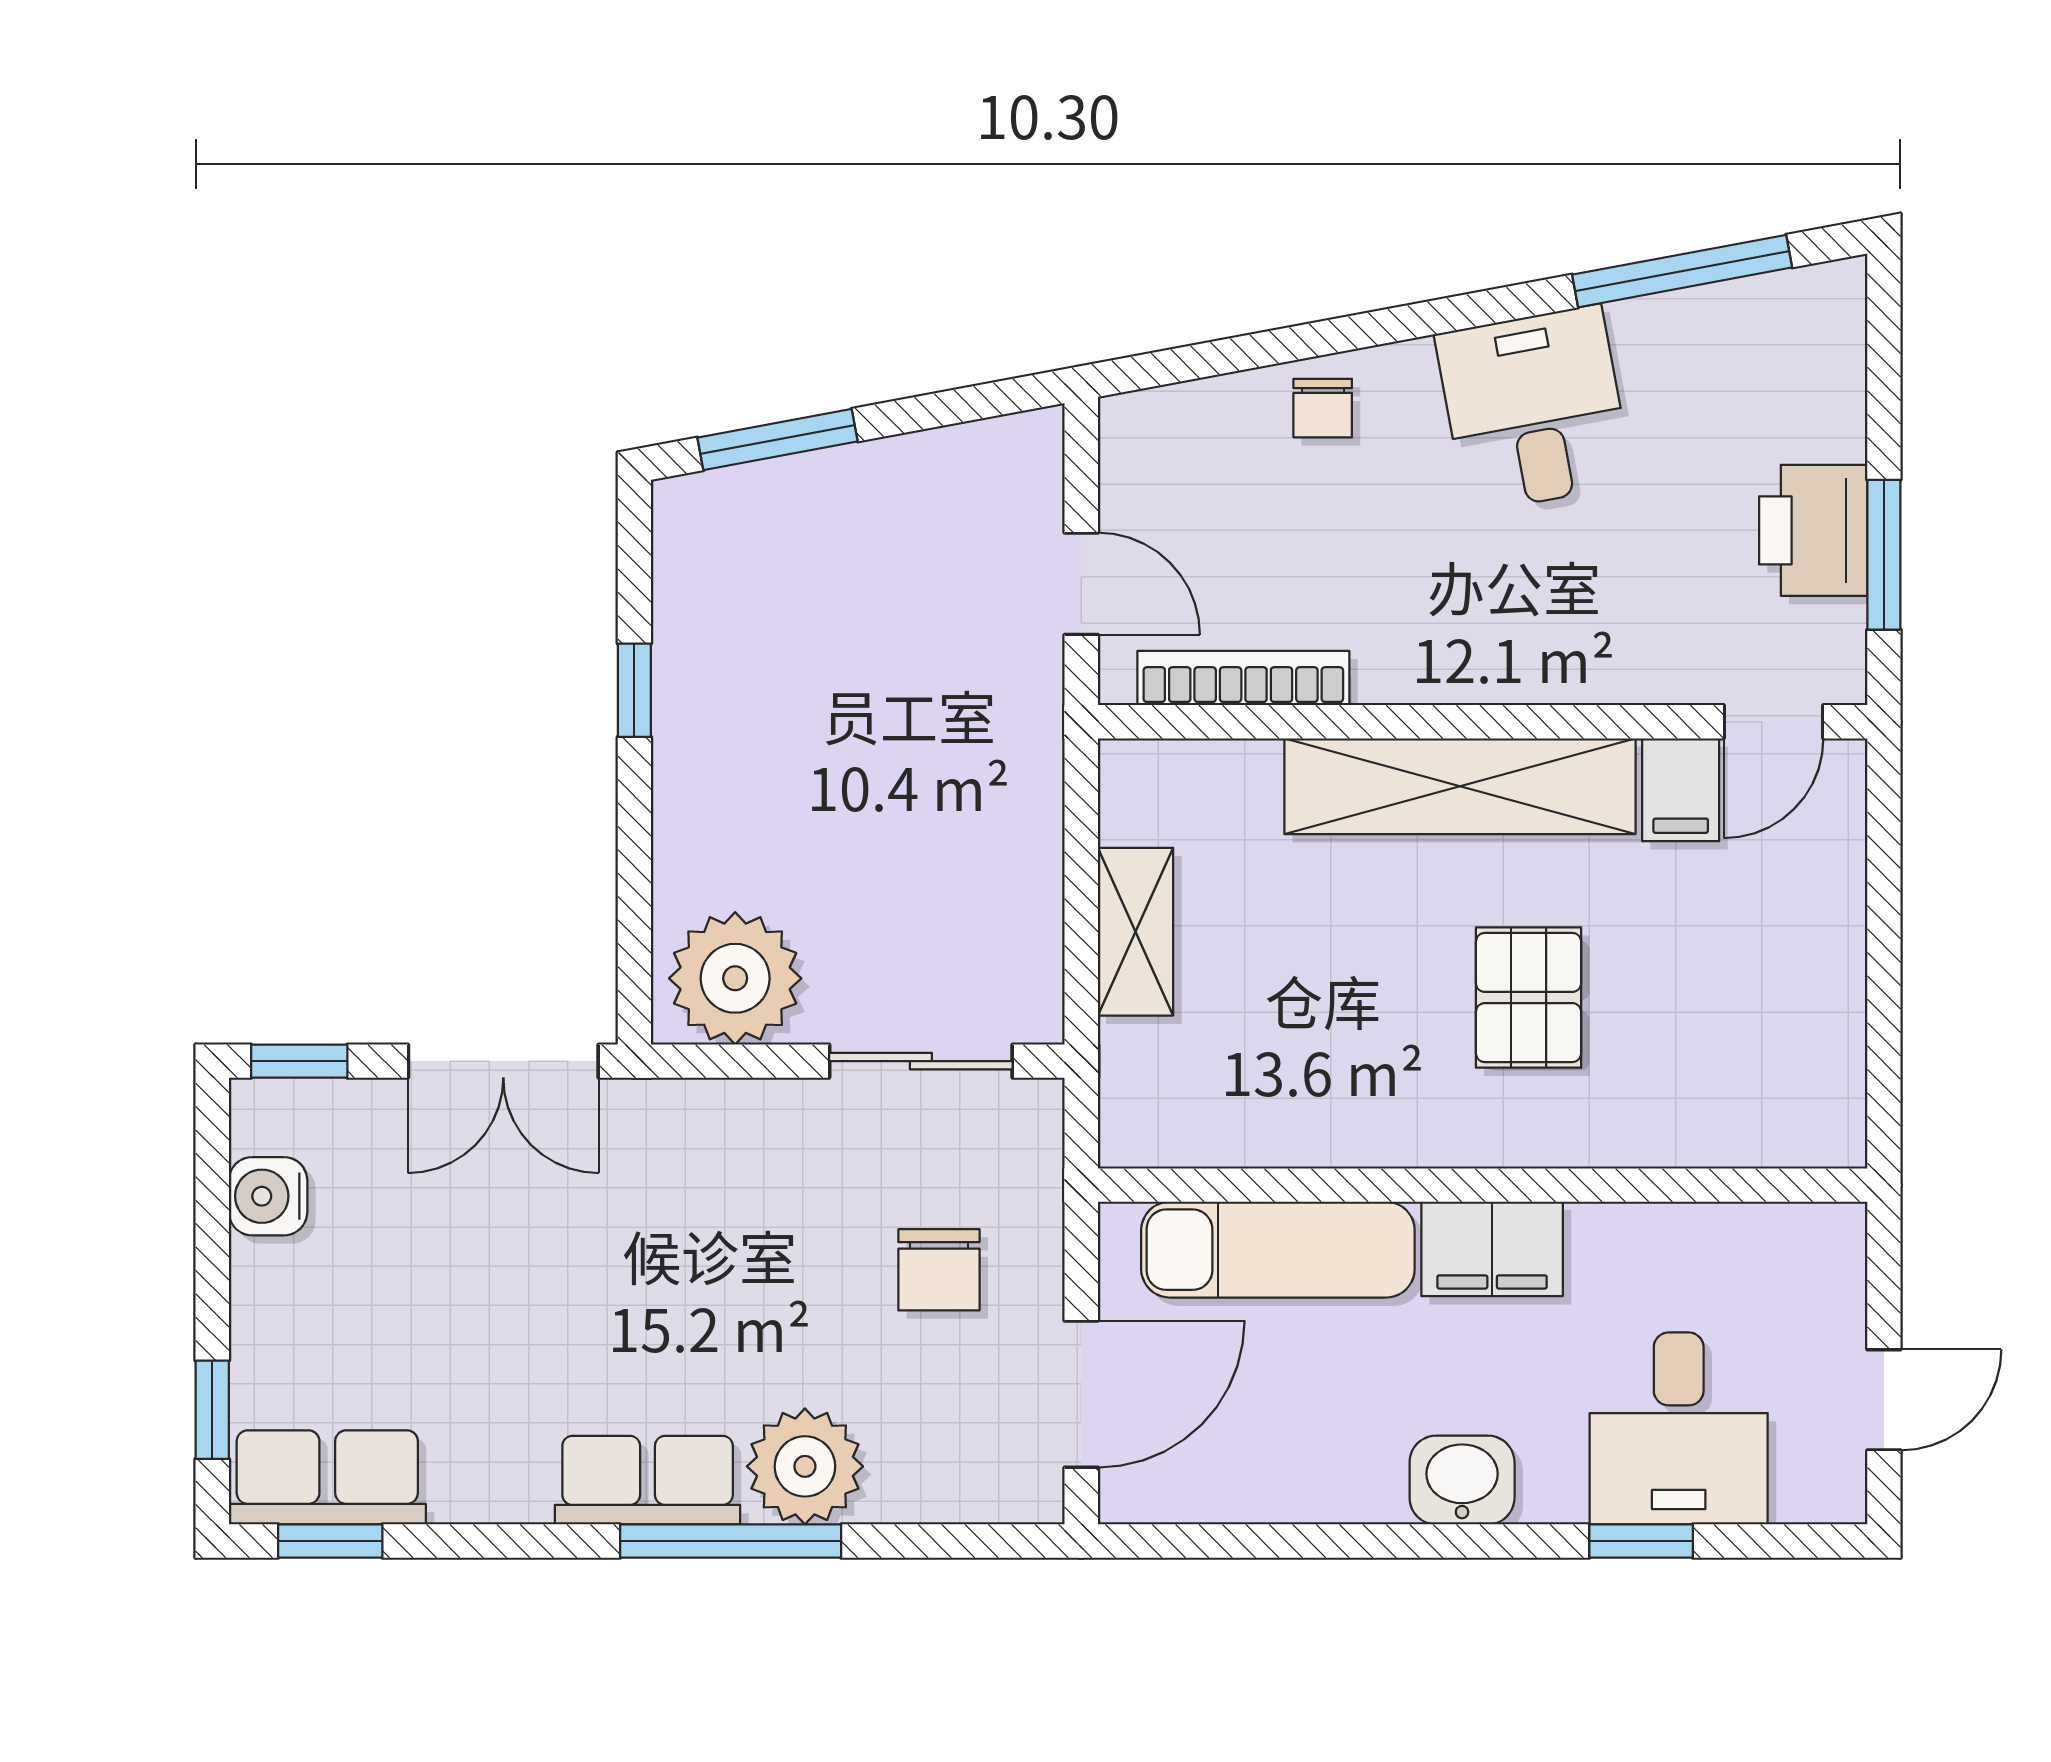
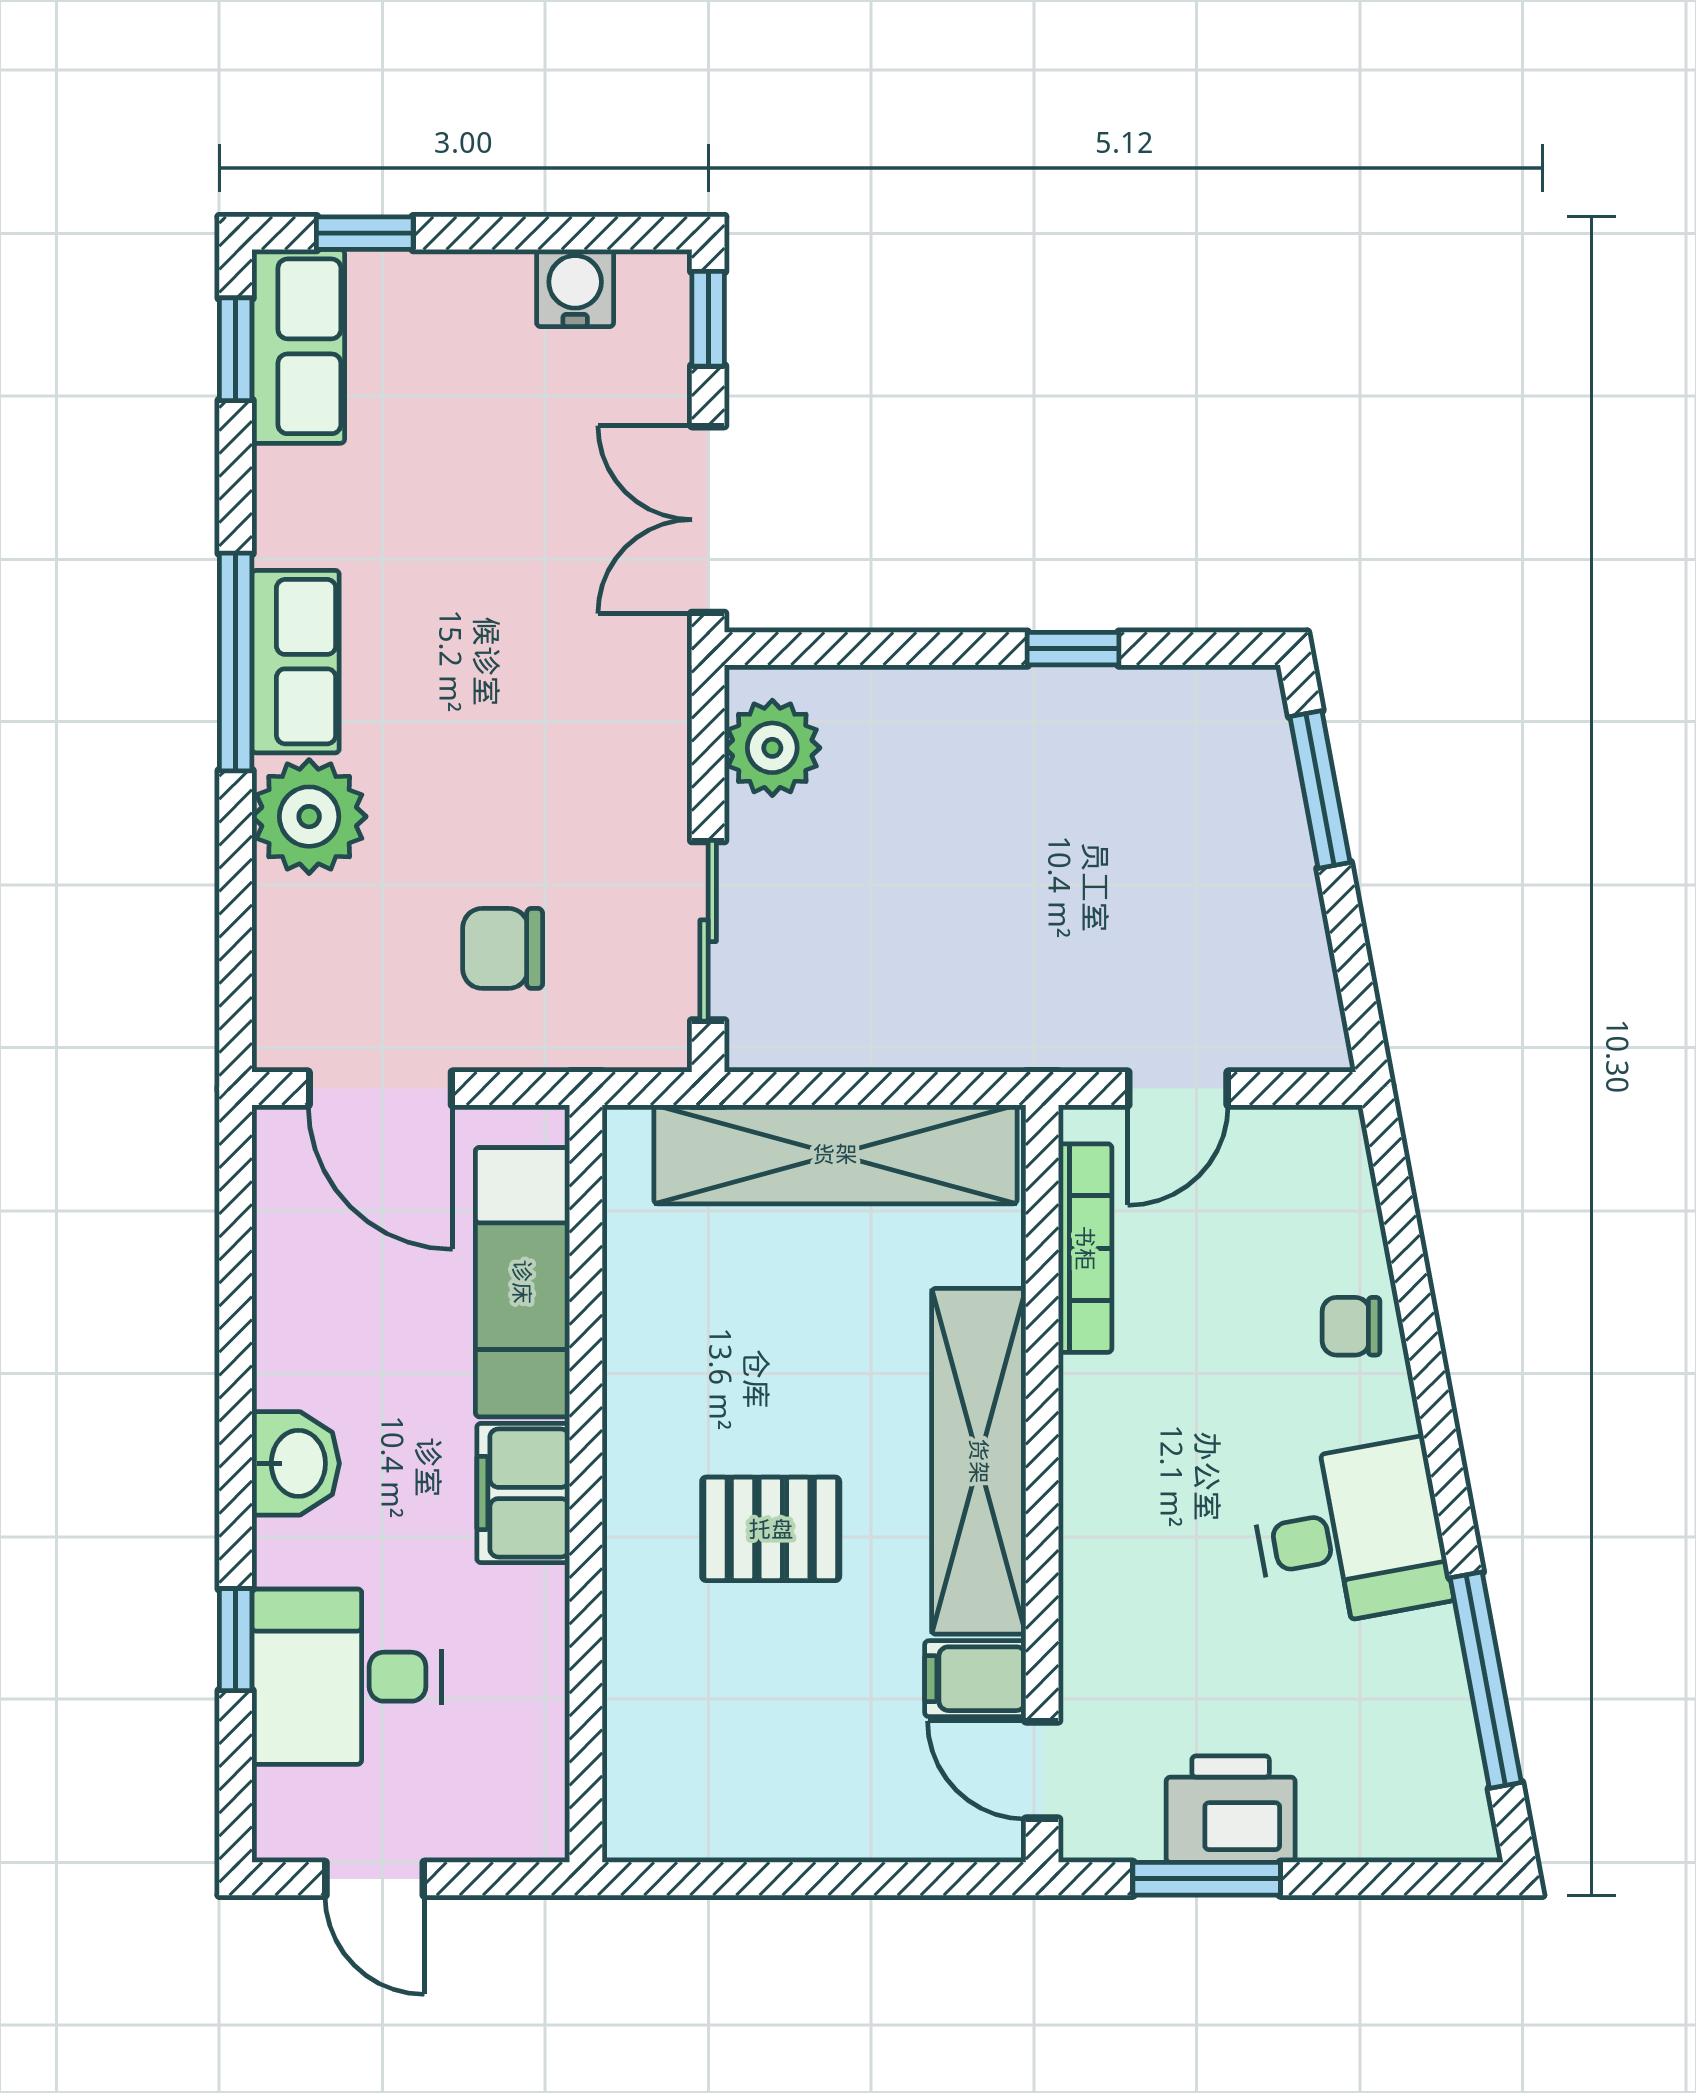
shelving: (1136, 932) -> (835, 1154), width x2.20, depth x1.33
plant: (735, 978) -> (772, 748), width x0.73, depth x0.73
window: (731, 1541) -> (236, 662), moved

